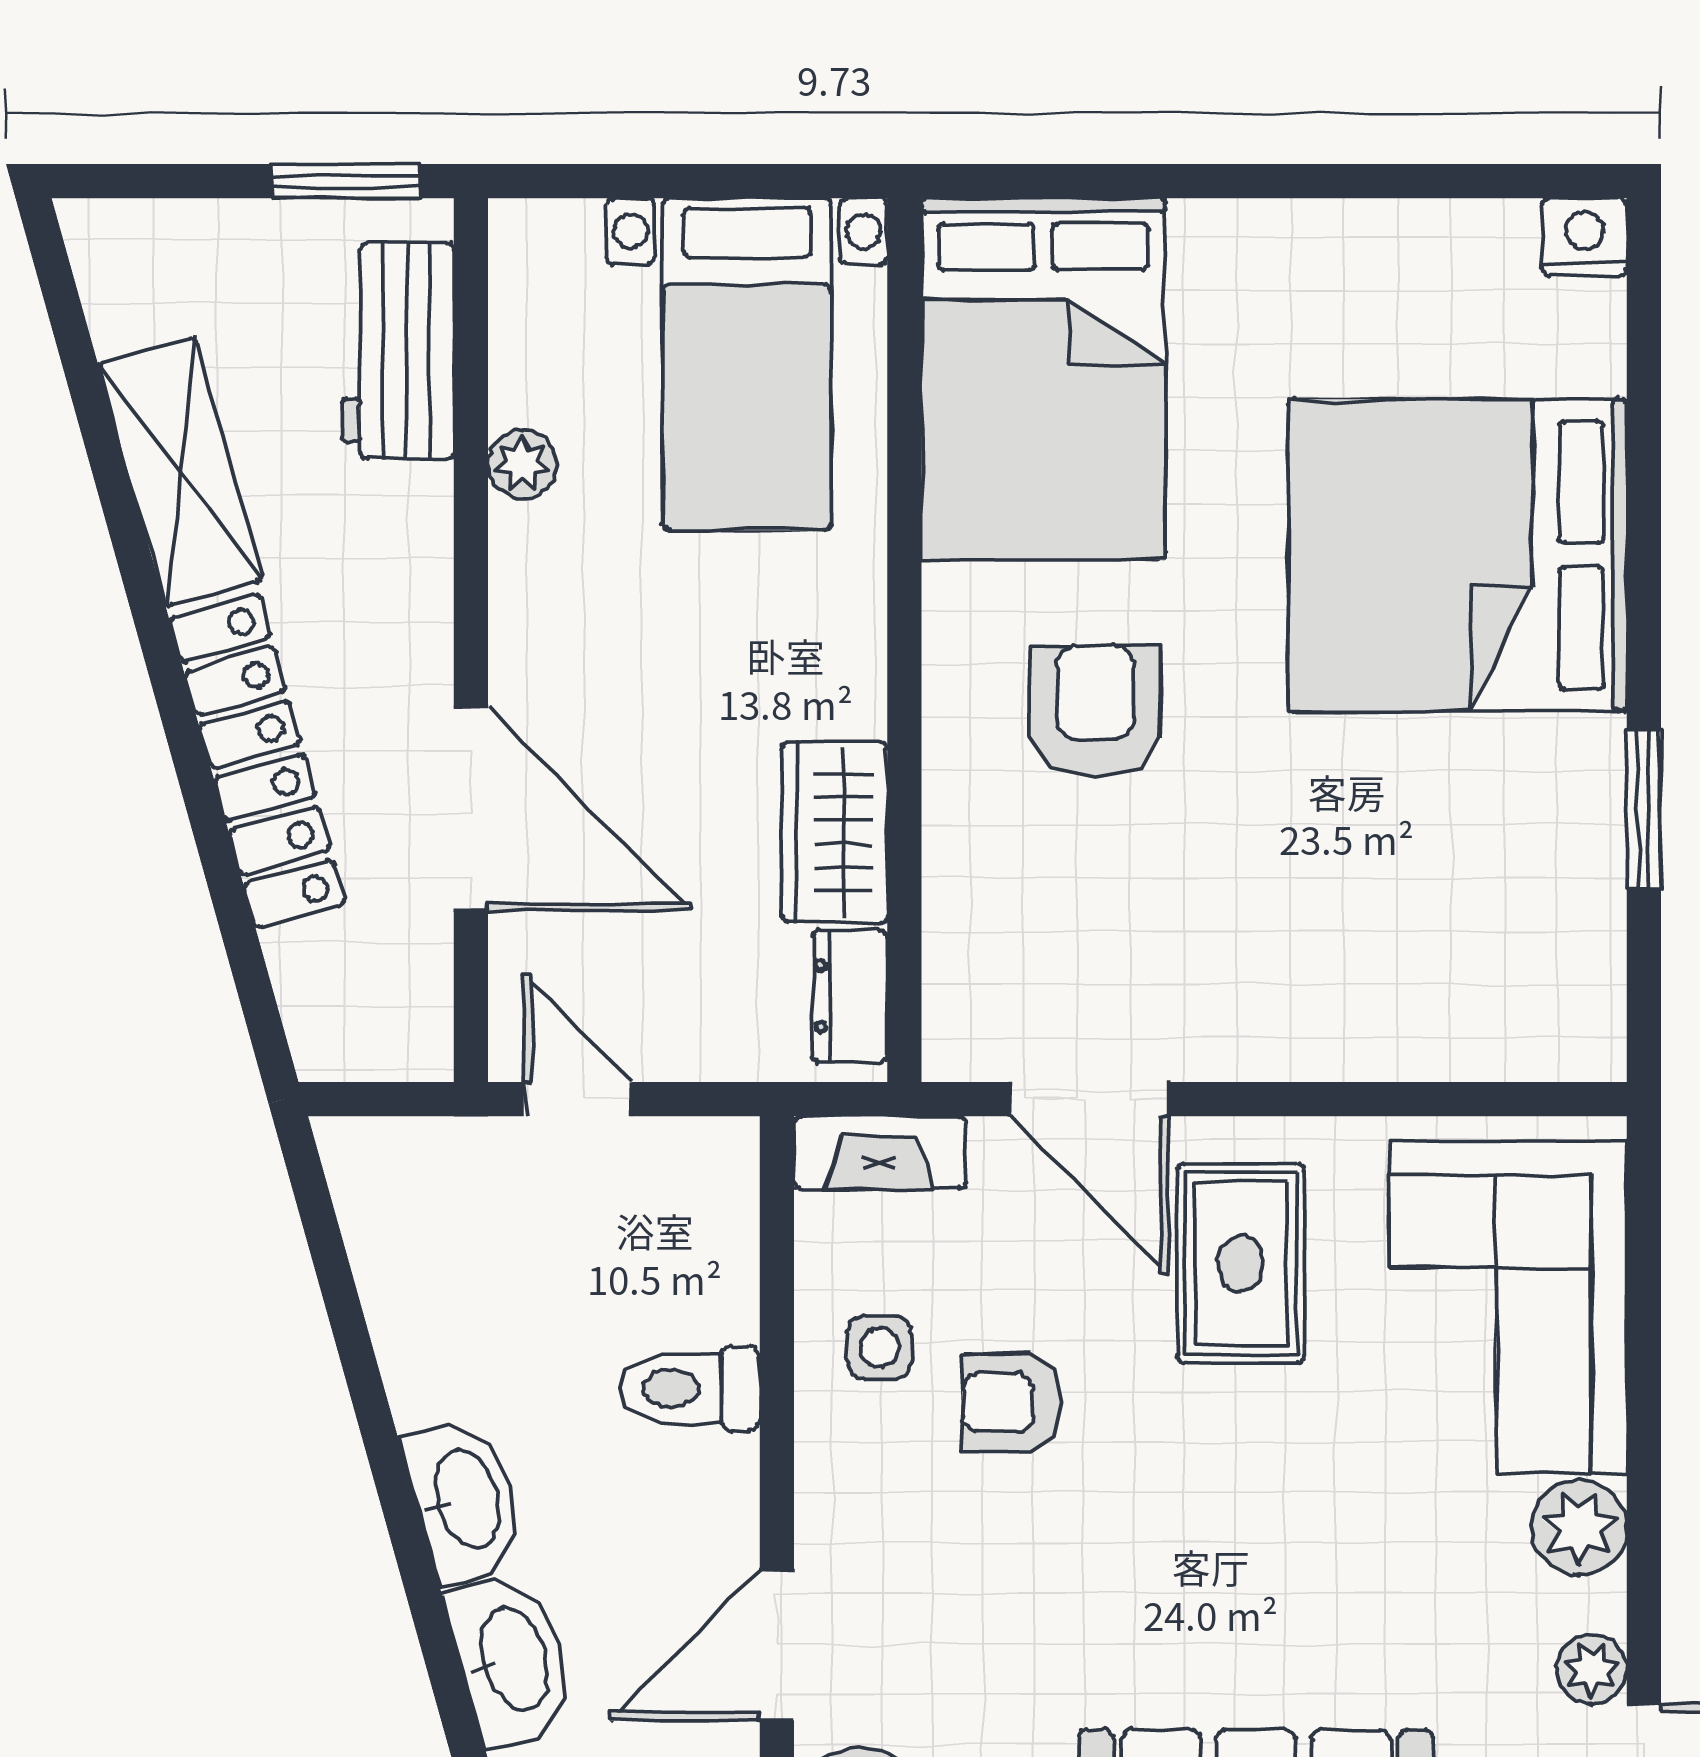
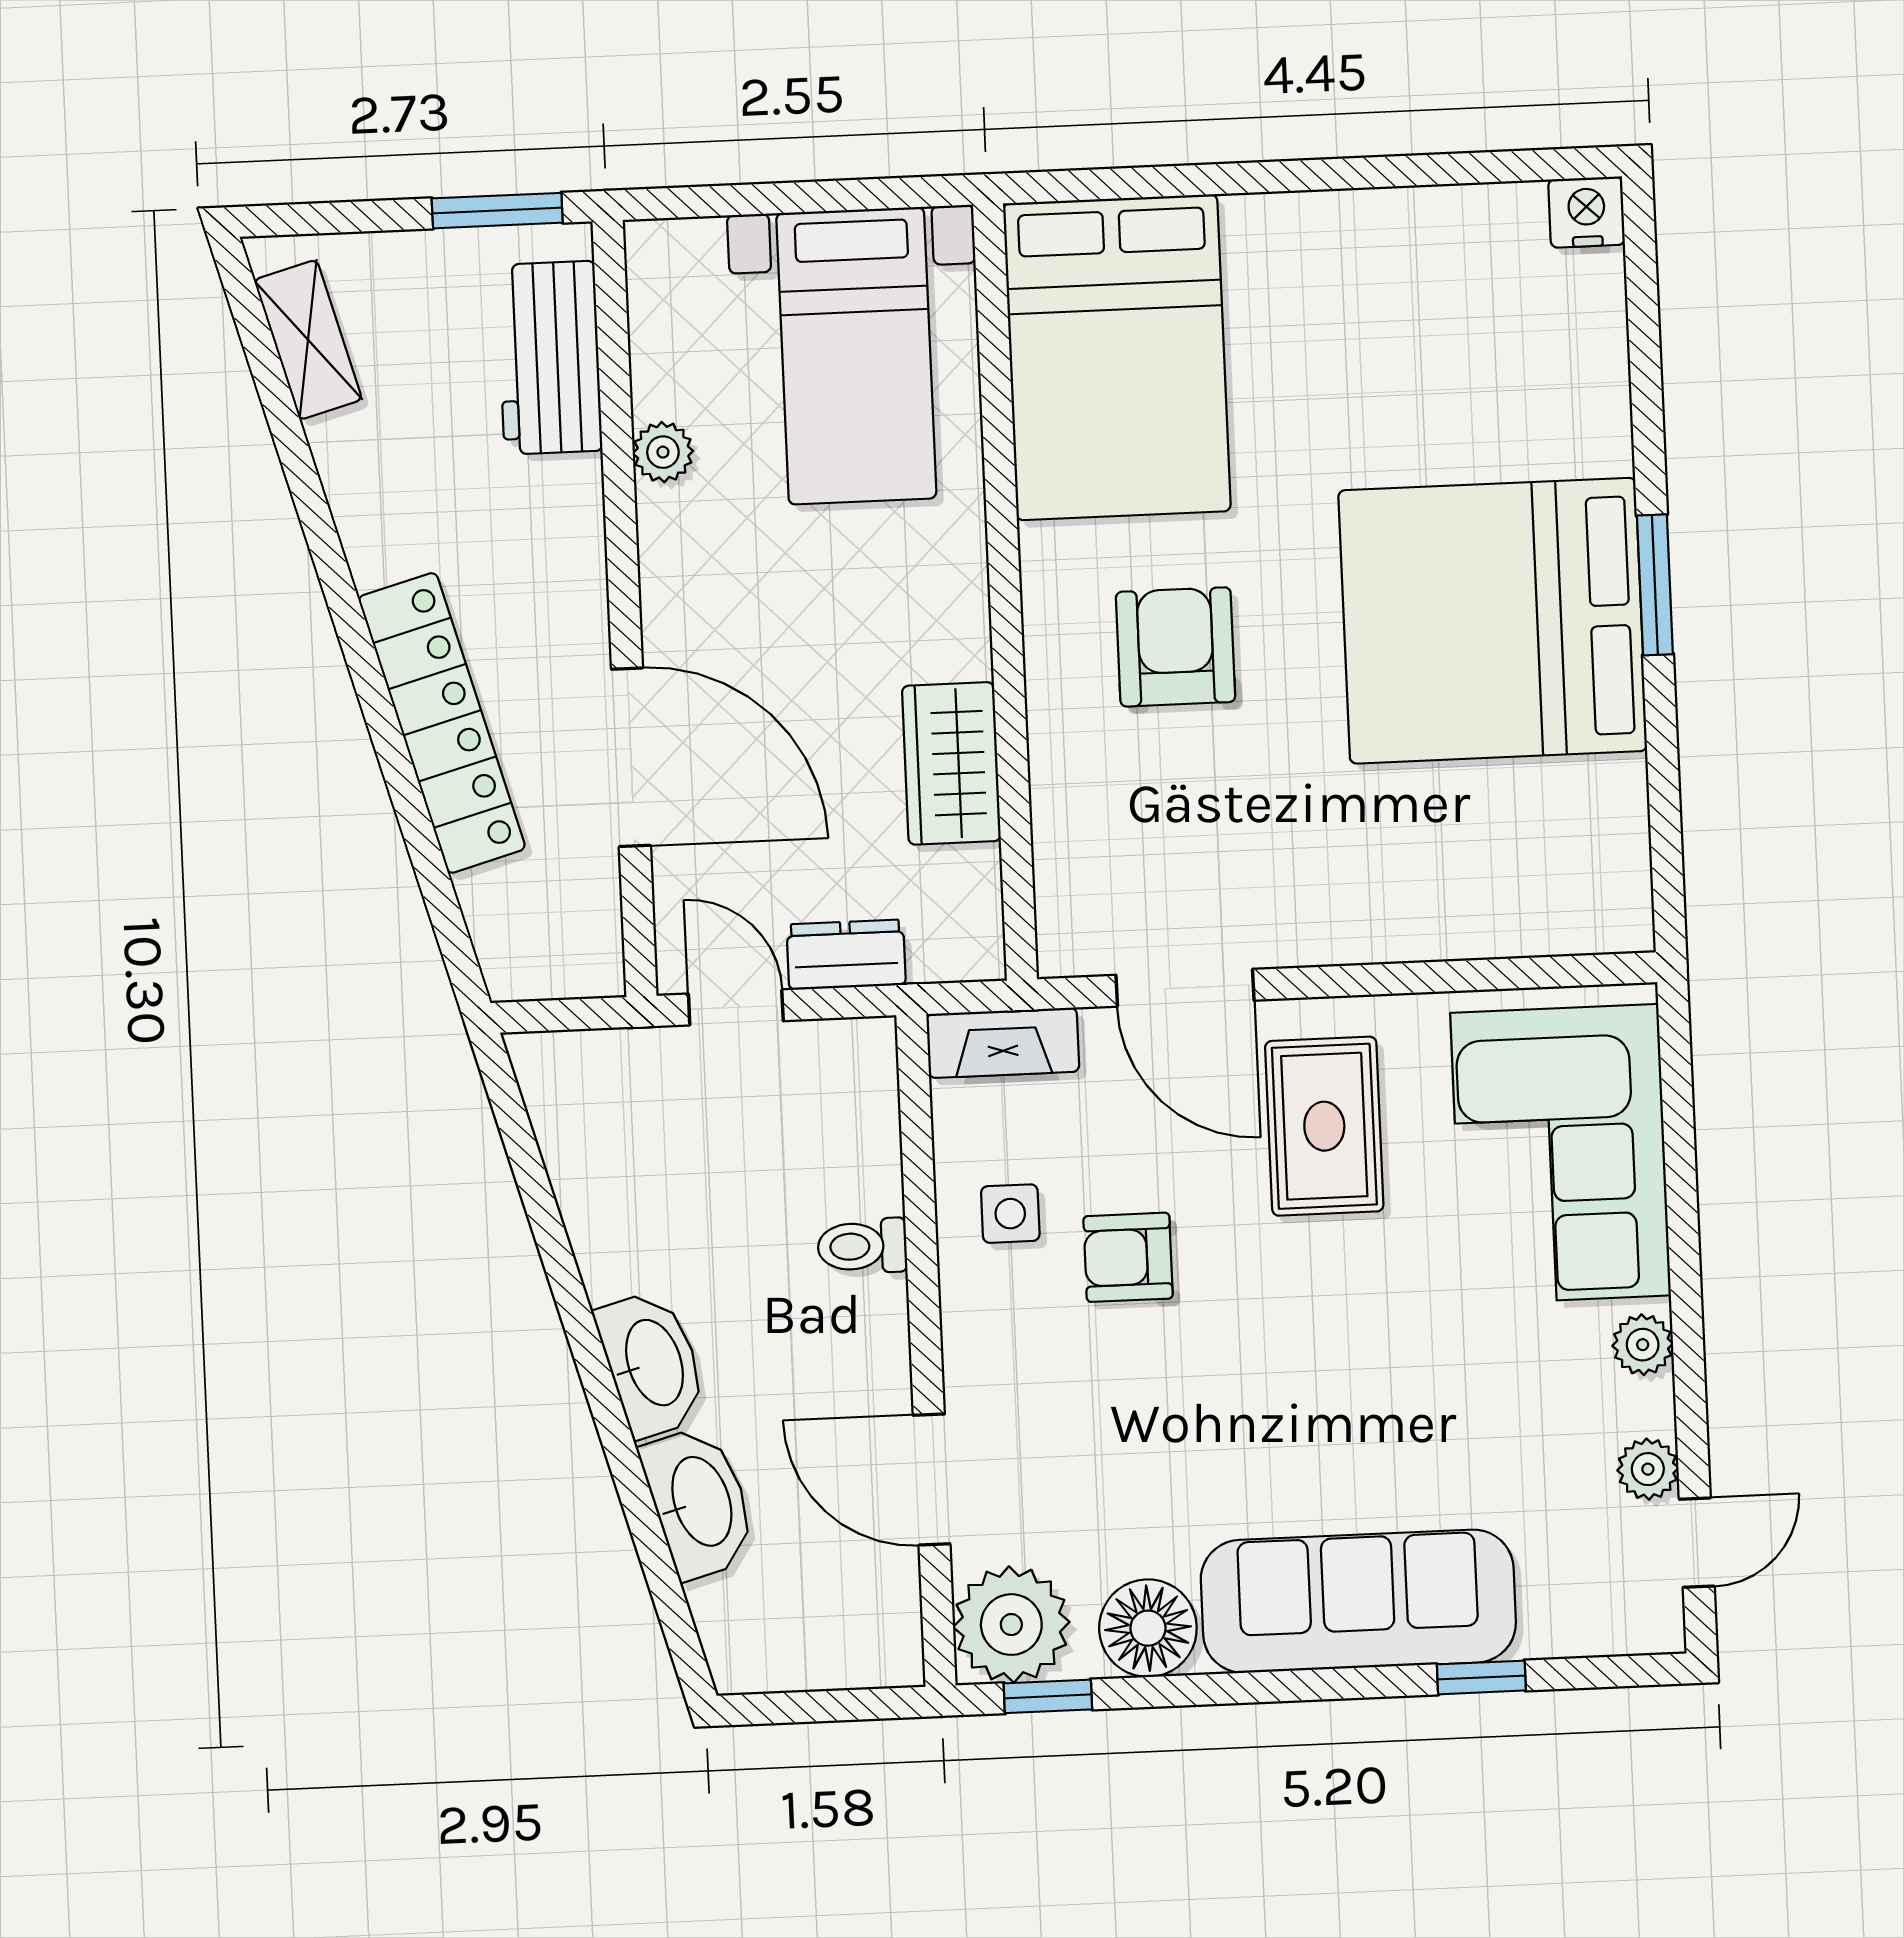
shelving: (180, 472) -> (308, 340), moved, width x0.67, depth x0.75
bed: (1457, 555) -> (1493, 621), moved
window: (1644, 809) -> (1655, 585), moved
dresser: (850, 996) -> (846, 955), moved, turned 90
toilet: (690, 1388) -> (862, 1246), width x0.73, depth x0.72
plant: (1579, 1528) -> (1643, 1345), width x0.73, depth x0.73
door: (777, 1646) -> (932, 1480), hinge flipped

